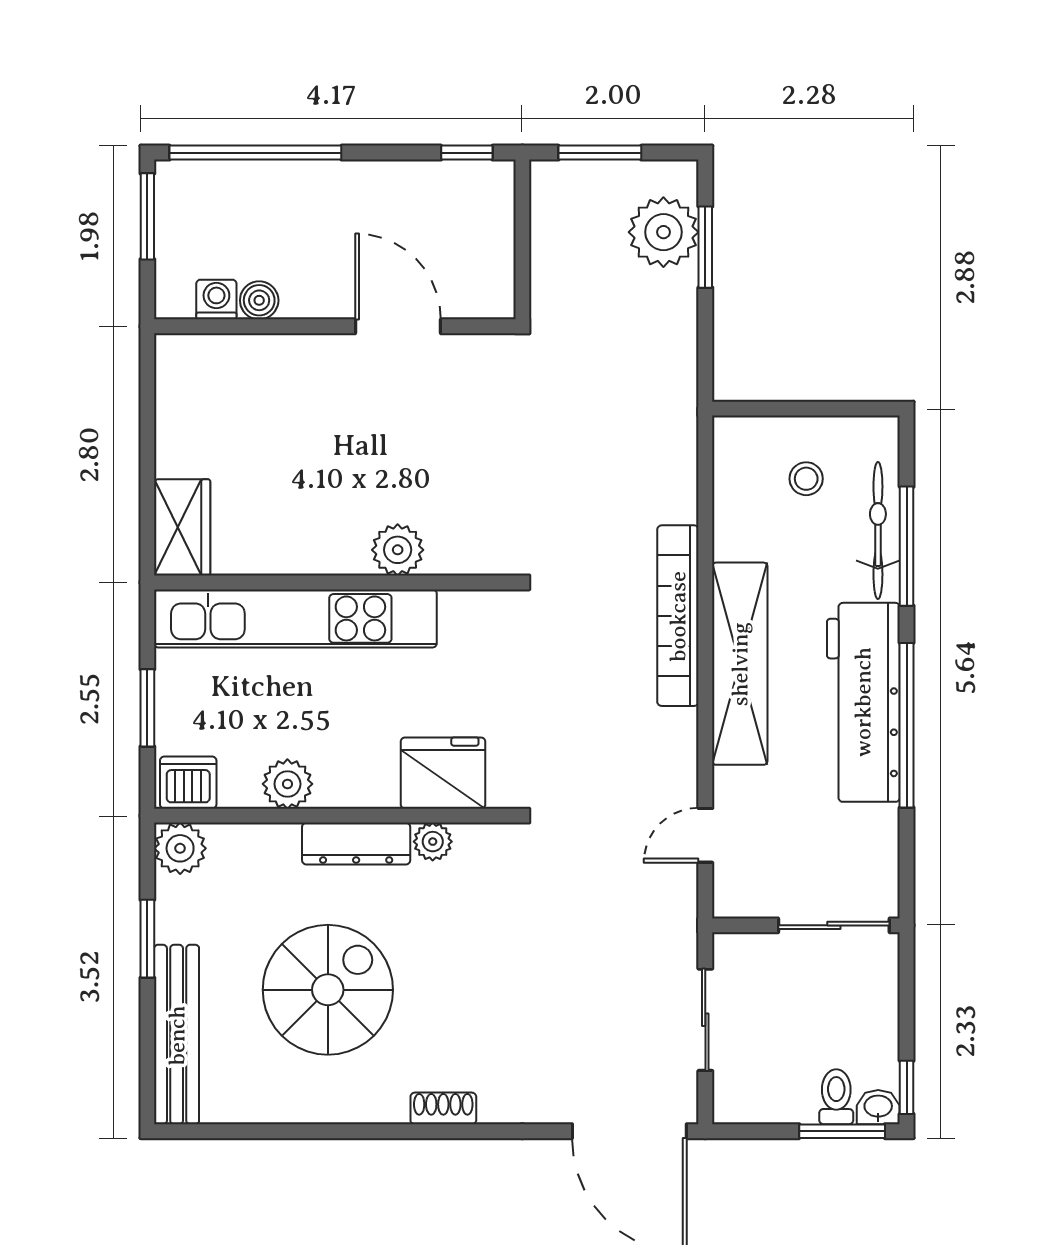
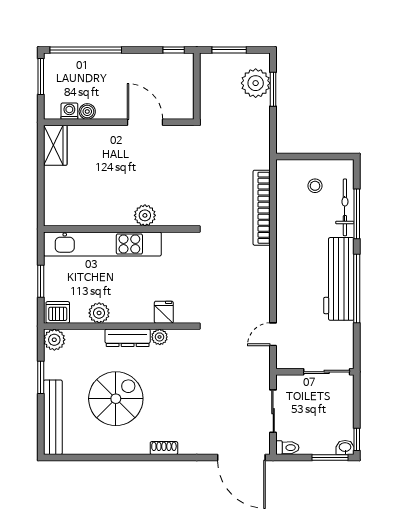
wardrobe: (182, 527) -> (55, 145), moved
bookcase: (678, 616) -> (262, 208), moved
shelving: (740, 664) -> (287, 263), removed
fridge: (443, 773) -> (164, 312), width x0.53, depth x0.75
toilet: (836, 1097) -> (287, 448), moved, turned 90

